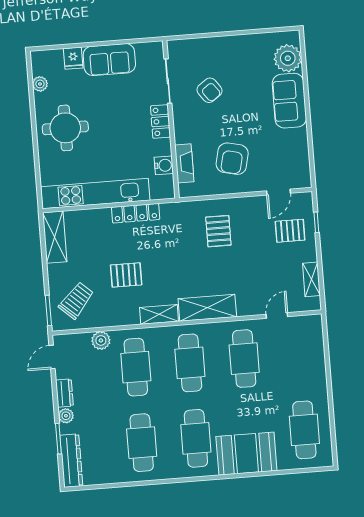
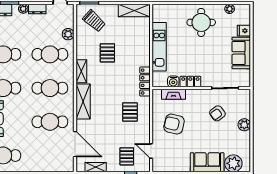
plant: (224, 46) -> (244, 125), added
locker: (160, 122) -> (190, 82), moved
kitchen unit: (95, 194) -> (159, 47), width x0.73
locker: (136, 213) -> (145, 82), moved
pallet: (218, 231) -> (130, 112), turned 90
door: (277, 315) -> (75, 144), width x1.88

